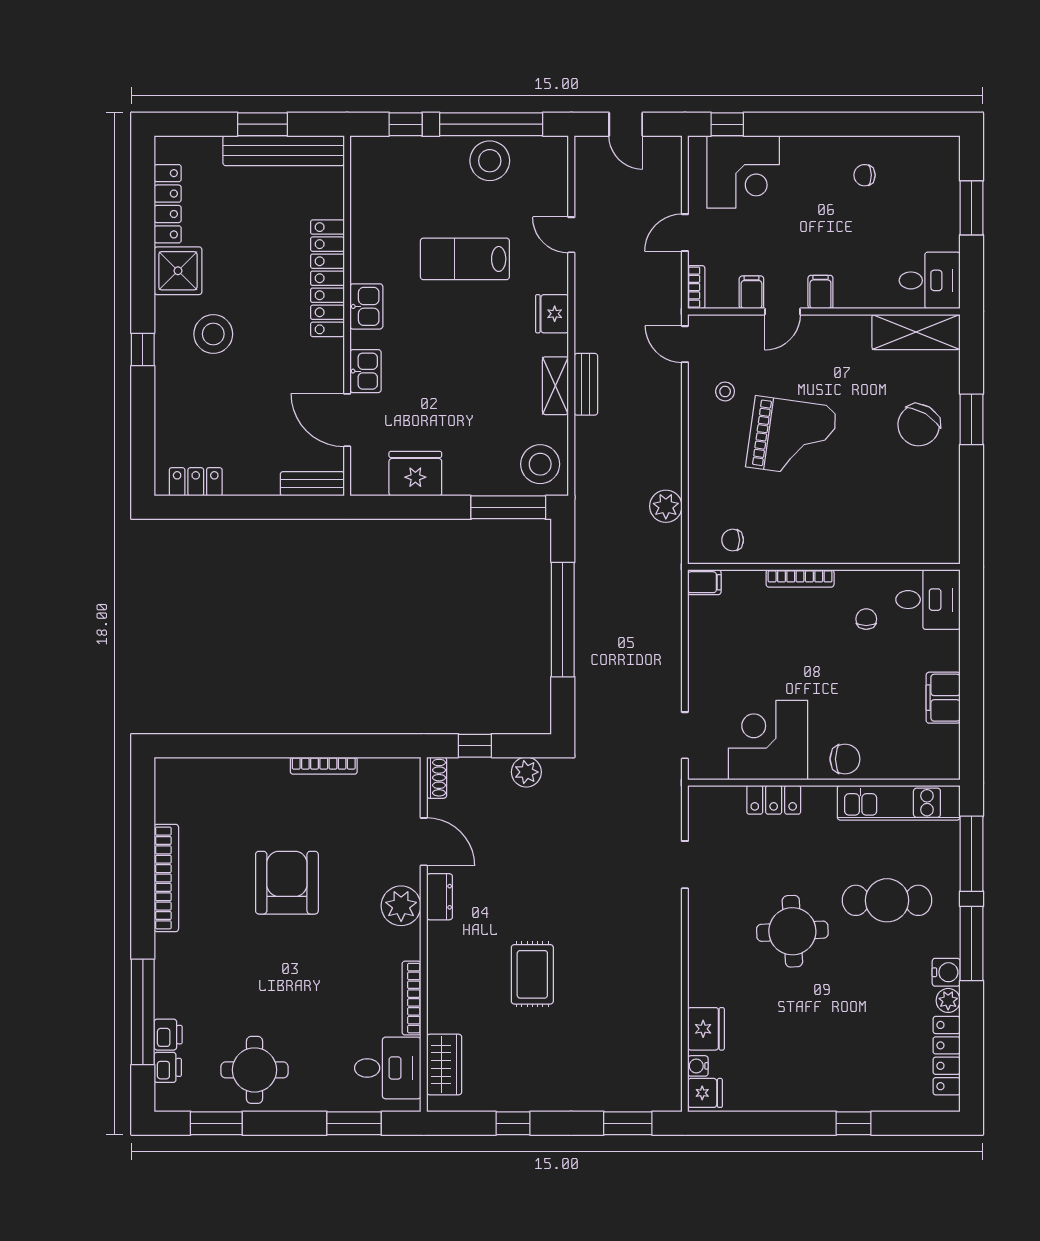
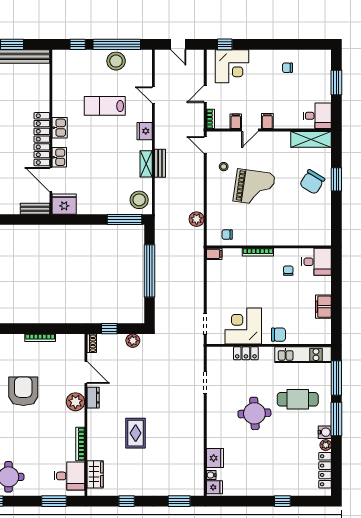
locker: (327, 278) -> (42, 139), moved
fridge: (415, 474) -> (64, 204), moved

